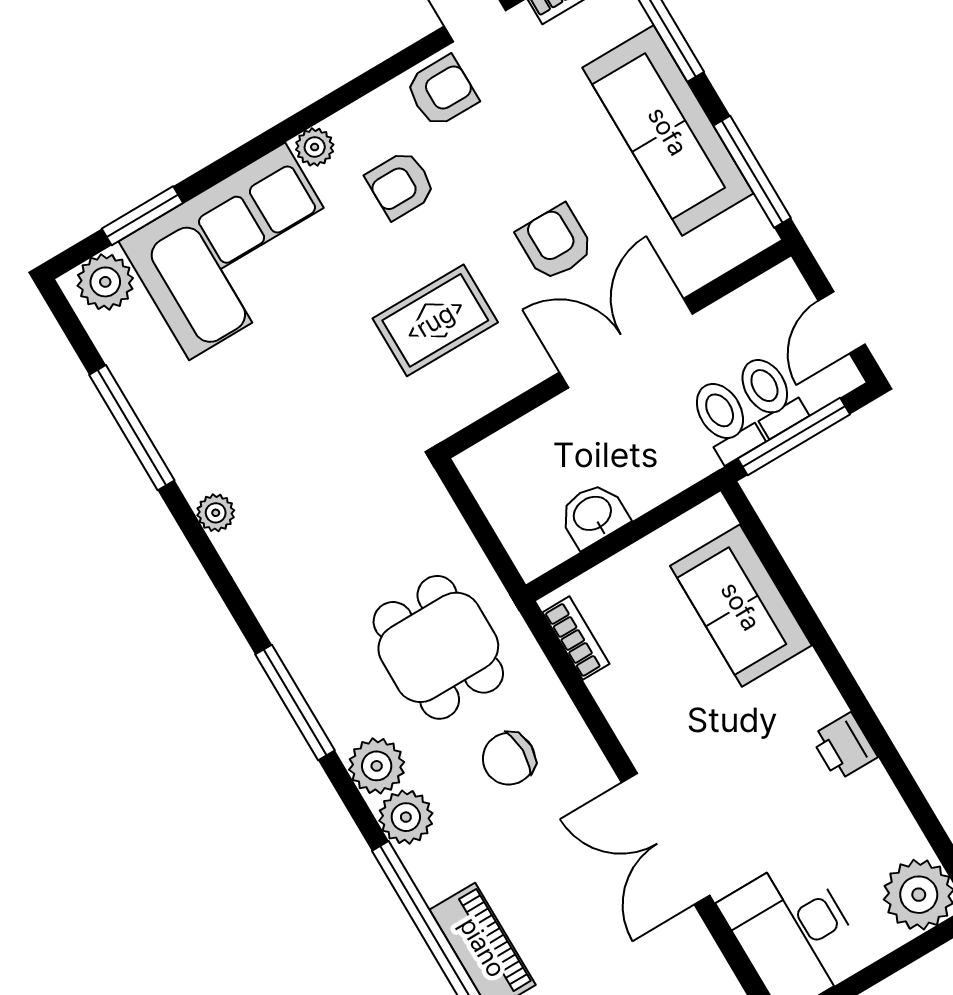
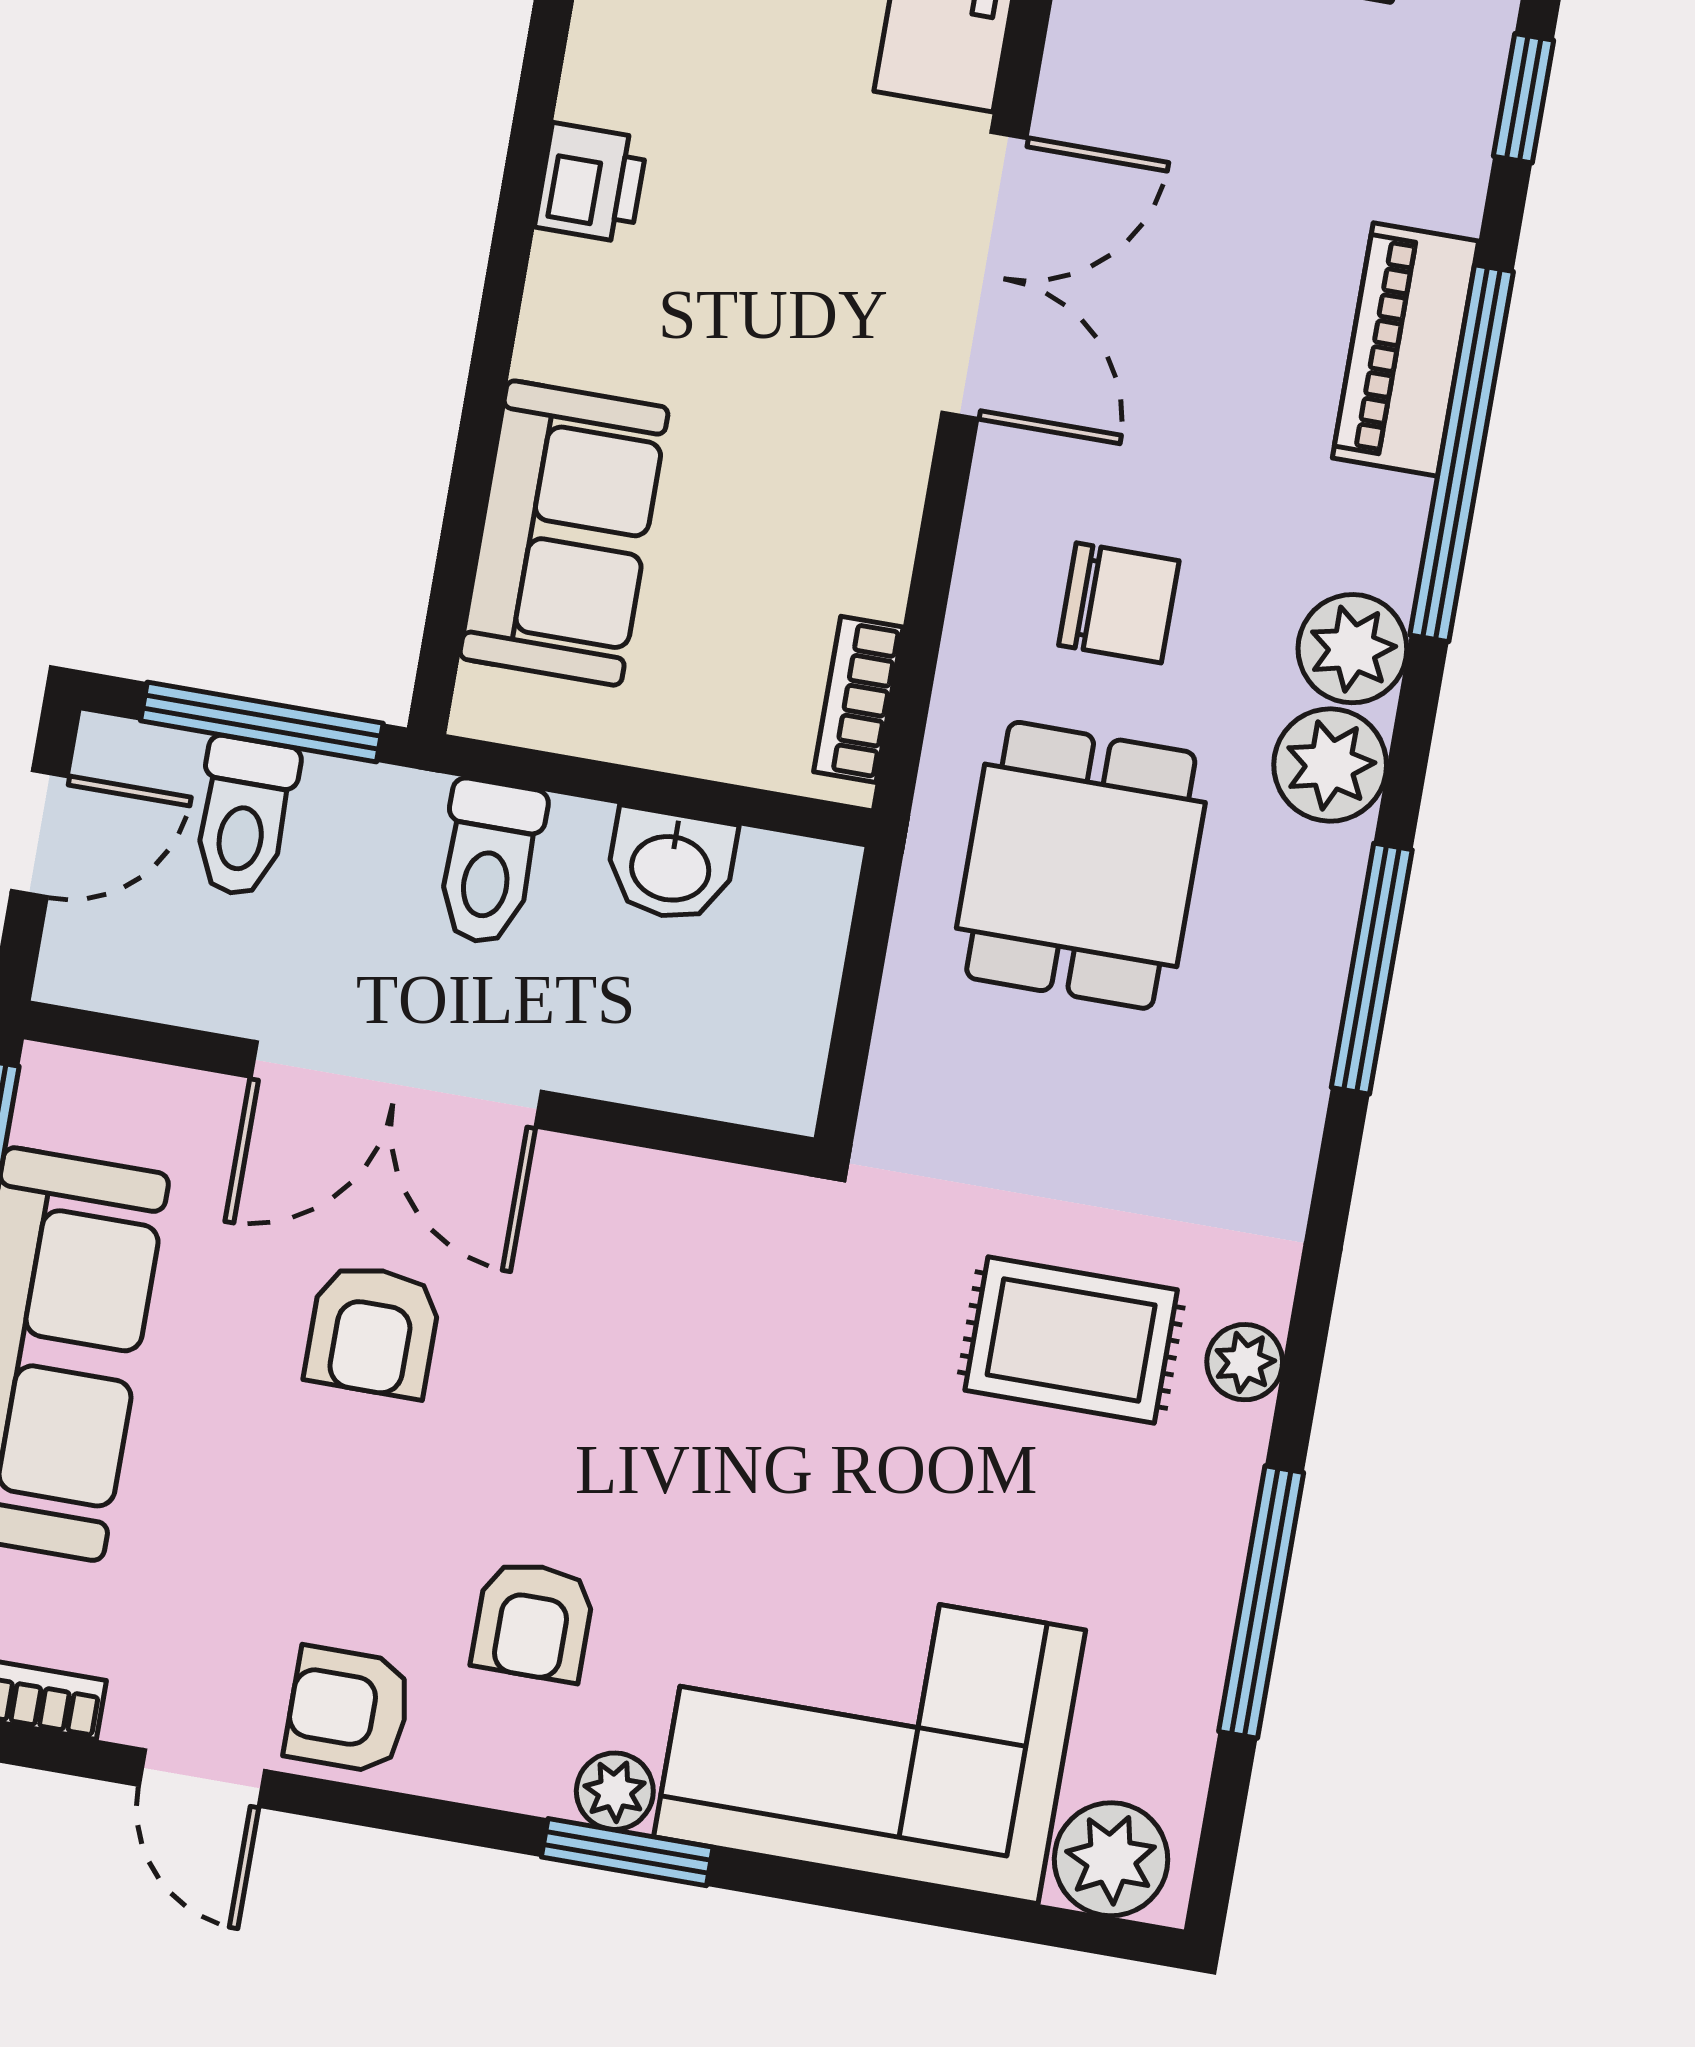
armchair: (401, 185) -> (533, 1621), turned 90
window: (142, 216) -> (627, 1852), moved
rug: (435, 320) -> (1071, 1340), moved
toilet: (725, 420) -> (489, 862), moved

